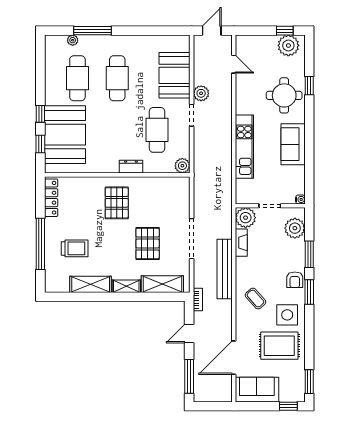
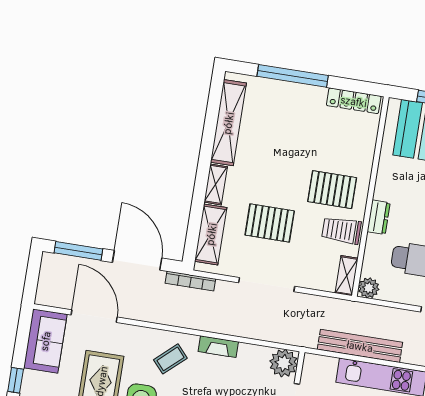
shelving: (176, 183) -> (347, 276), added
fireplace: (241, 243) -> (218, 347), moved
trolley: (75, 248) -> (342, 230), moved, turned 90
bench: (225, 269) -> (360, 346), moved
shelving: (91, 284) -> (228, 123), width x1.47
bookcase: (198, 300) -> (190, 281), width x1.56
door: (189, 333) -> (137, 260), width x1.87

